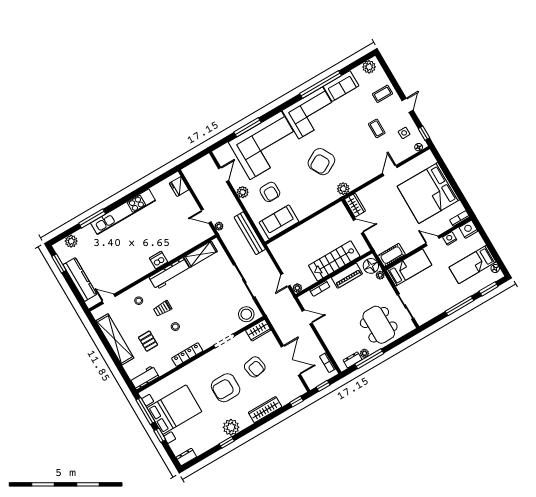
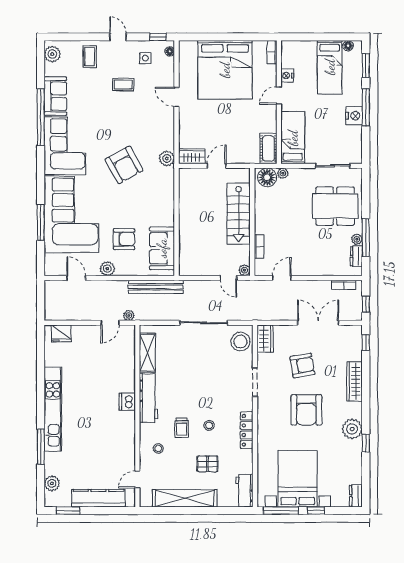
nightstand: (468, 229) -> (354, 116), moved, turned 180
piano: (347, 276) -> (262, 209), removed

